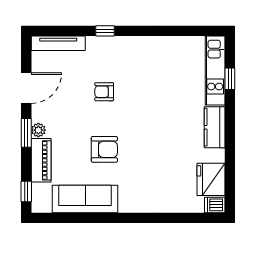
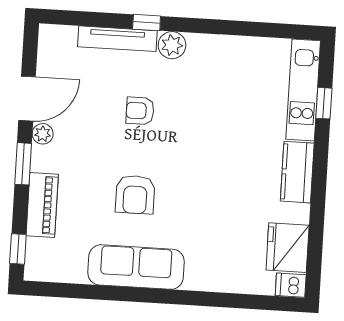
tv unit: (58, 43) -> (117, 39), moved
plant: (123, 45) -> (172, 45), added
plant: (38, 130) -> (43, 134), moved
armchair: (104, 149) -> (135, 195), turned 90
sofa: (85, 199) -> (136, 267), moved

